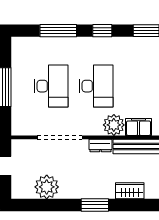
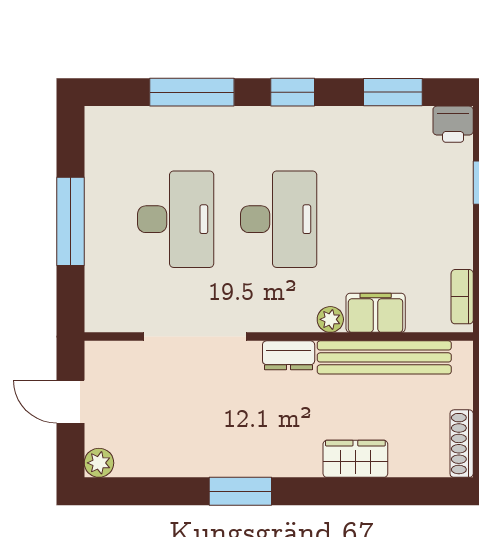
plant: (114, 125) -> (330, 319), width x0.53, depth x0.53
plant: (47, 187) -> (99, 463), moved, width x0.53, depth x0.53
window: (95, 205) -> (240, 491), moved

